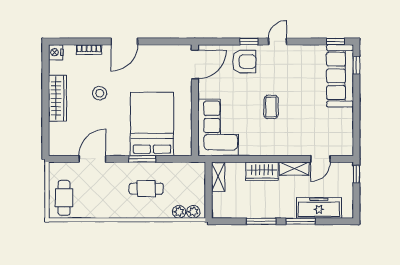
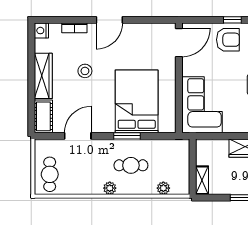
cot: (58, 139) -> (43, 116), added
shelving: (218, 177) -> (202, 180), moved
plant: (193, 212) -> (110, 188), moved

